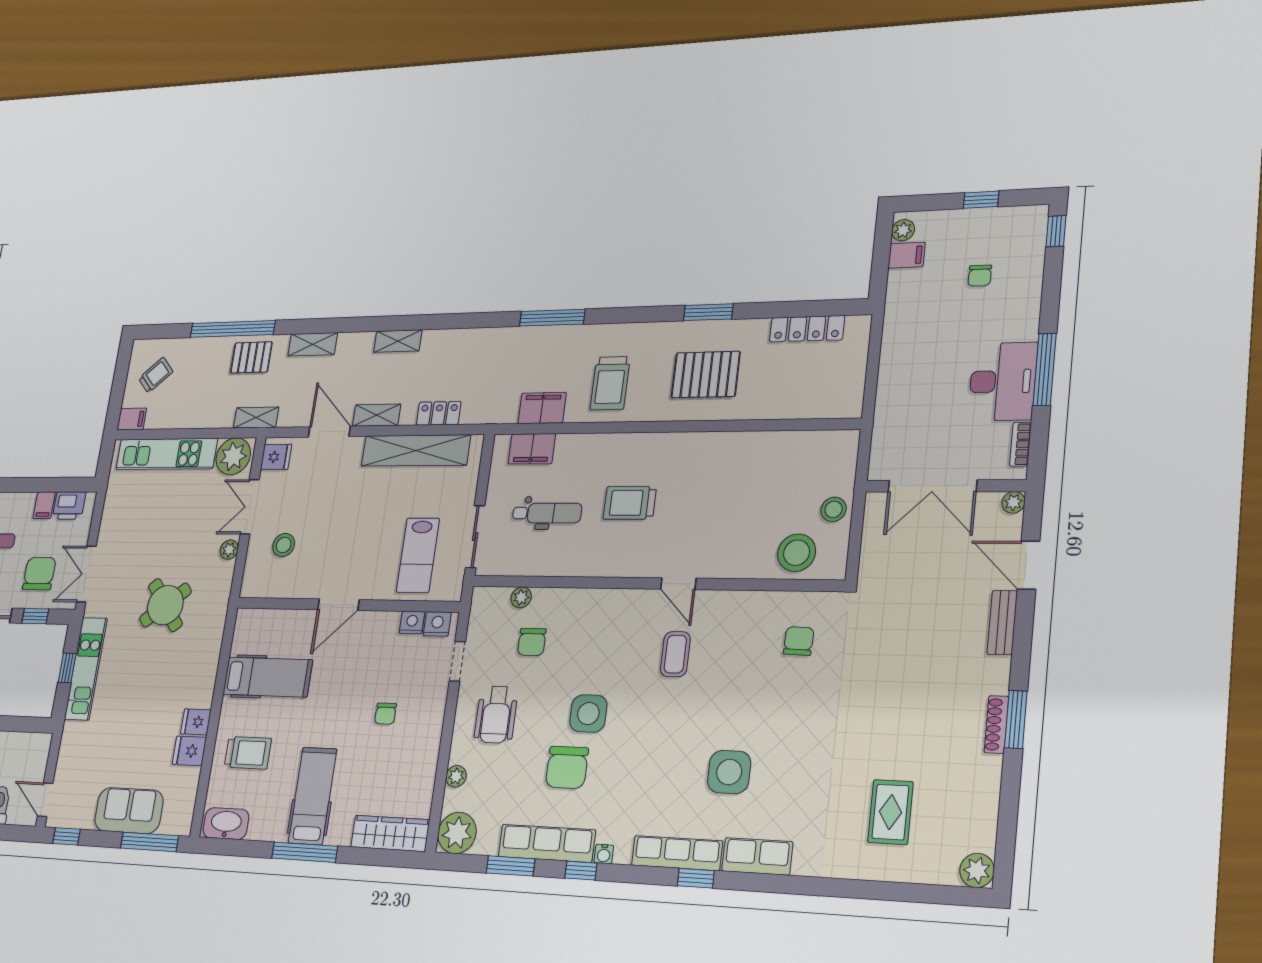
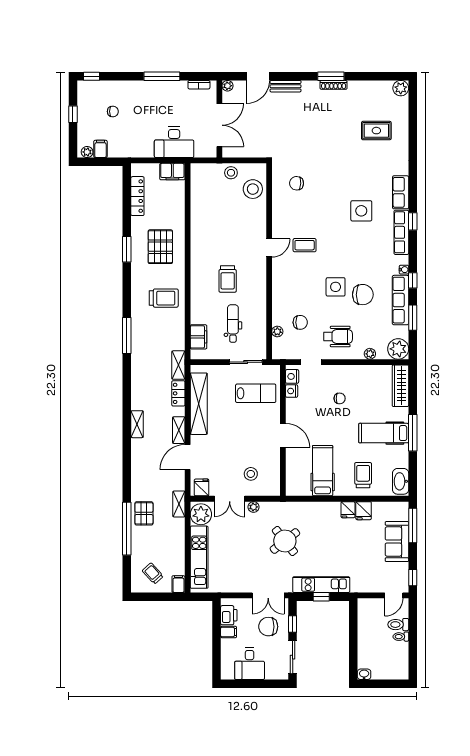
shelving: (313, 344) -> (178, 365), moved
desk: (1003, 381) -> (174, 142), moved, turned 180
filing cabinet: (542, 408) -> (172, 172), moved, turned -90

